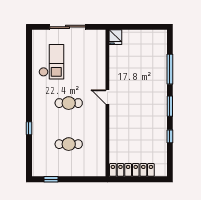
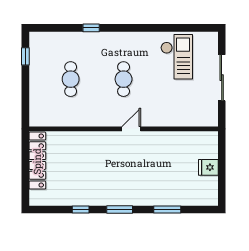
fridge: (115, 37) -> (208, 167), moved
checkout: (51, 62) -> (177, 57), turned -90
window: (170, 69) -> (167, 209), width x0.69

